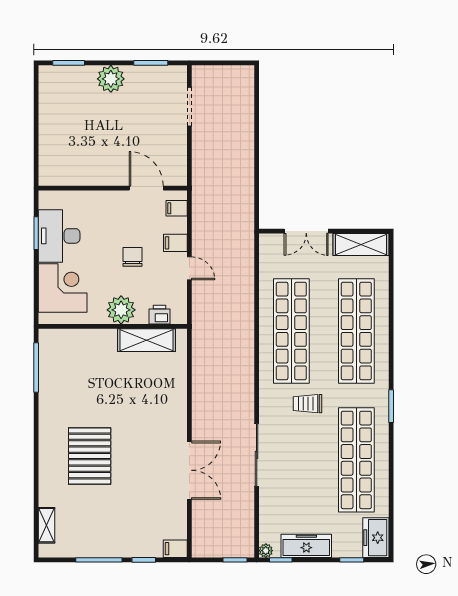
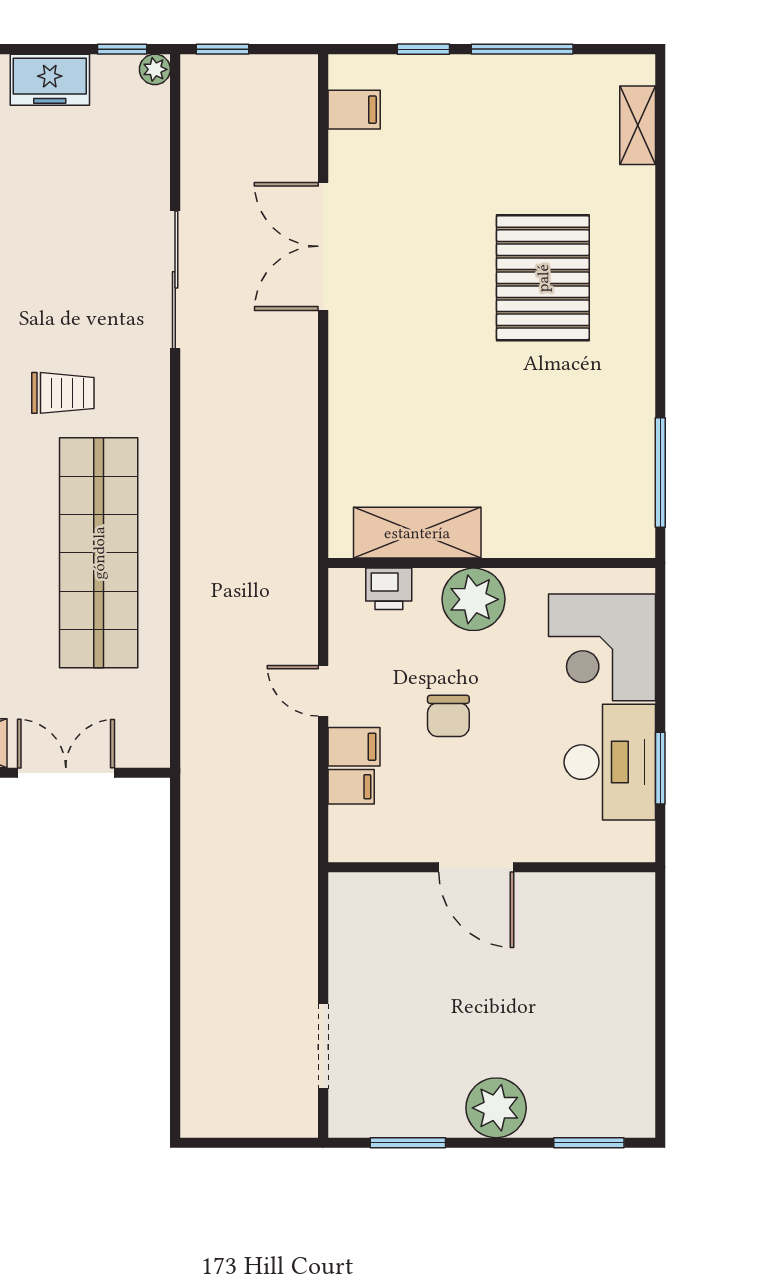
door: (146, 188) -> (476, 867), moved
filing cabinet: (177, 208) -> (351, 787), moved
freezer: (306, 546) -> (50, 80), width x0.71
filing cabinet: (175, 549) -> (354, 110), moved

